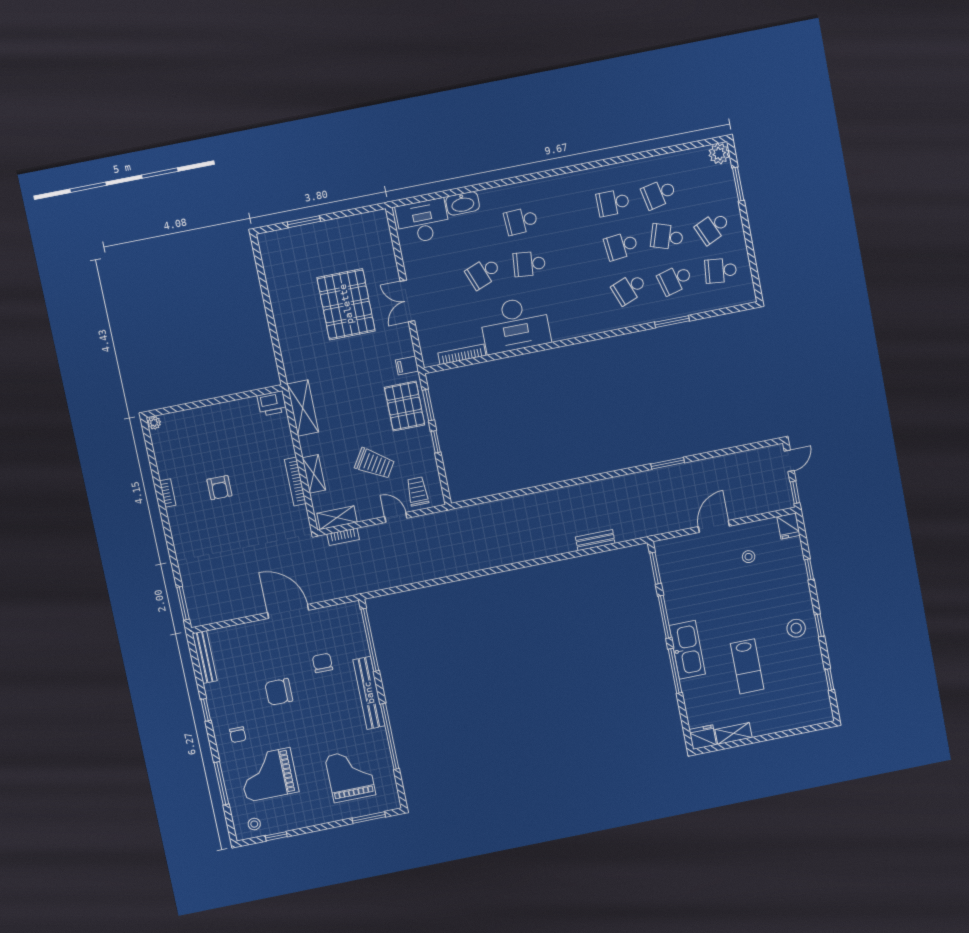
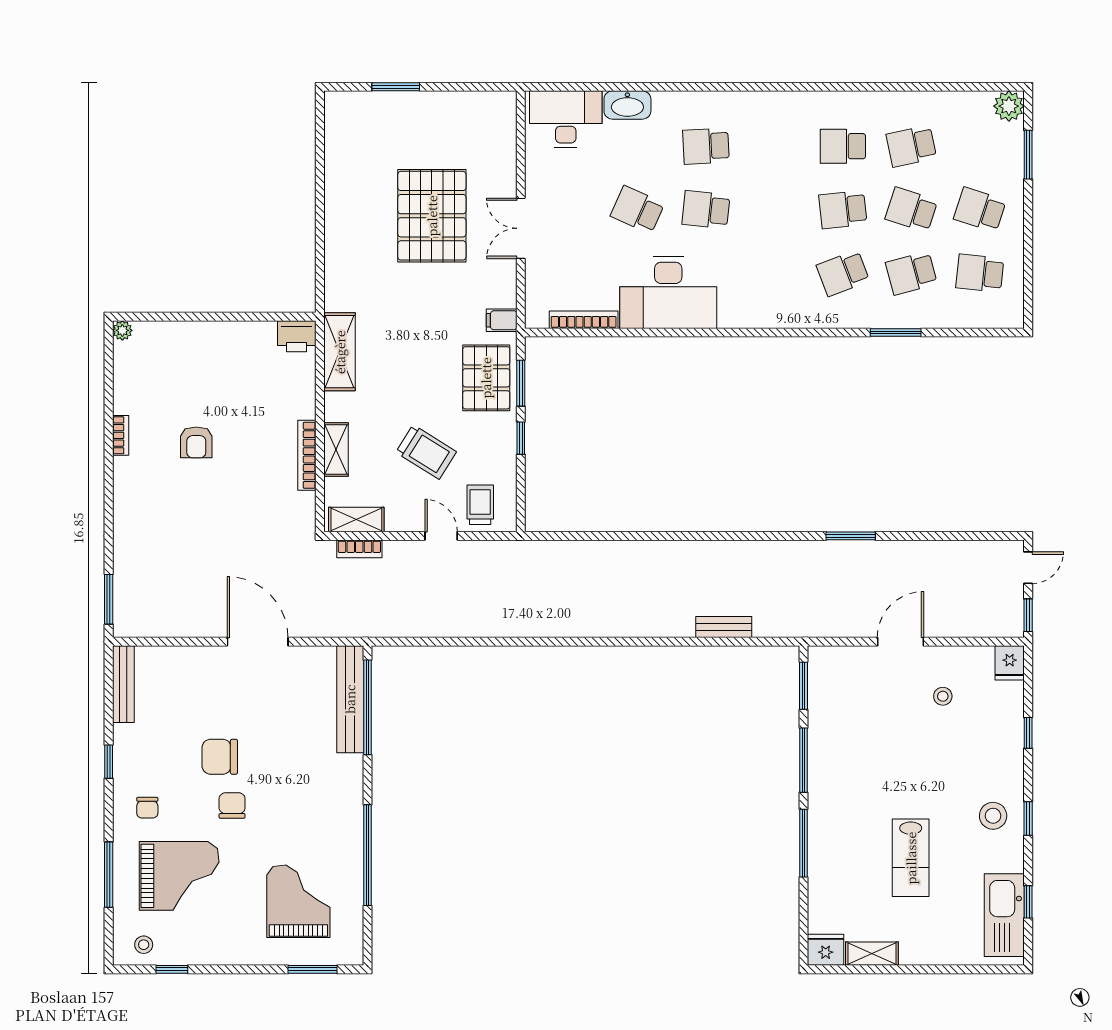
school desk: (713, 228) -> (980, 210), turned 42
school desk: (483, 273) -> (637, 210), turned 45
kitchen sink: (687, 650) -> (1004, 915), moved, turned 180
chair: (322, 663) -> (232, 806), moved
bench: (369, 693) -> (350, 699), moved
grand piano: (268, 775) -> (179, 876), turned 180

